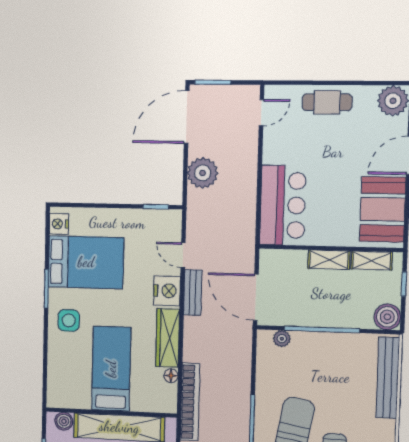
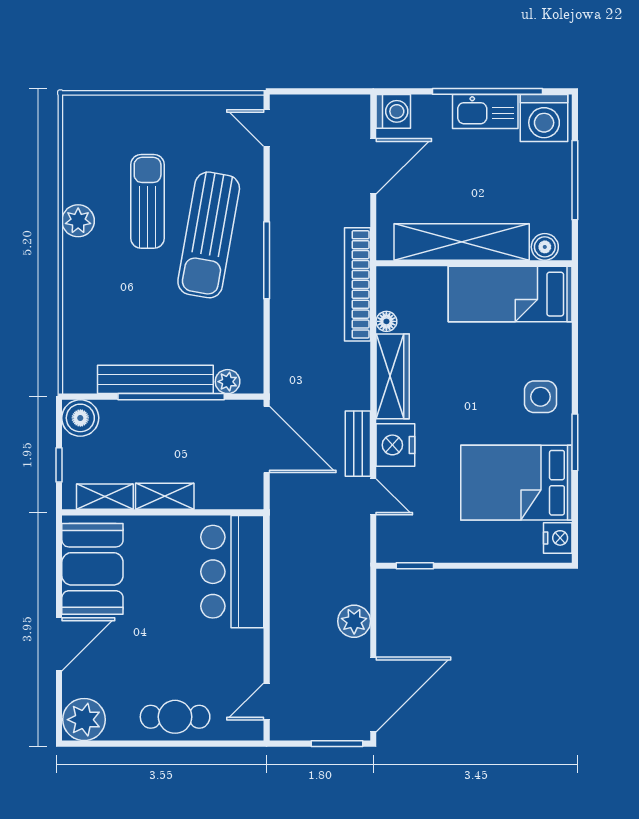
plant: (203, 173) -> (354, 621), width x0.73, depth x0.73
bed: (111, 369) -> (510, 294), moved, turned 90
bench: (388, 378) -> (155, 379), moved, turned 90

